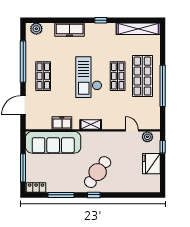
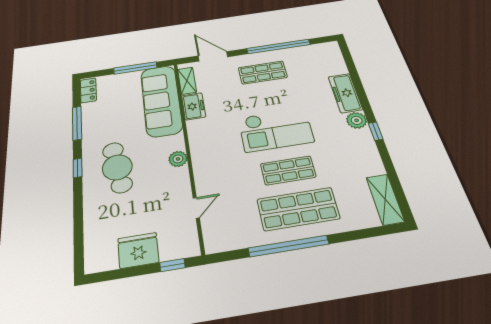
plant: (36, 29) -> (357, 120), moved
shelving: (138, 29) -> (385, 199), width x0.68
checkout: (89, 77) -> (276, 130), turned 180
shelving: (91, 124) -> (187, 81), moved
plant: (147, 137) -> (178, 159), moved
window: (23, 168) -> (135, 68), moved
cafe table: (98, 172) -> (117, 167), turned 45

